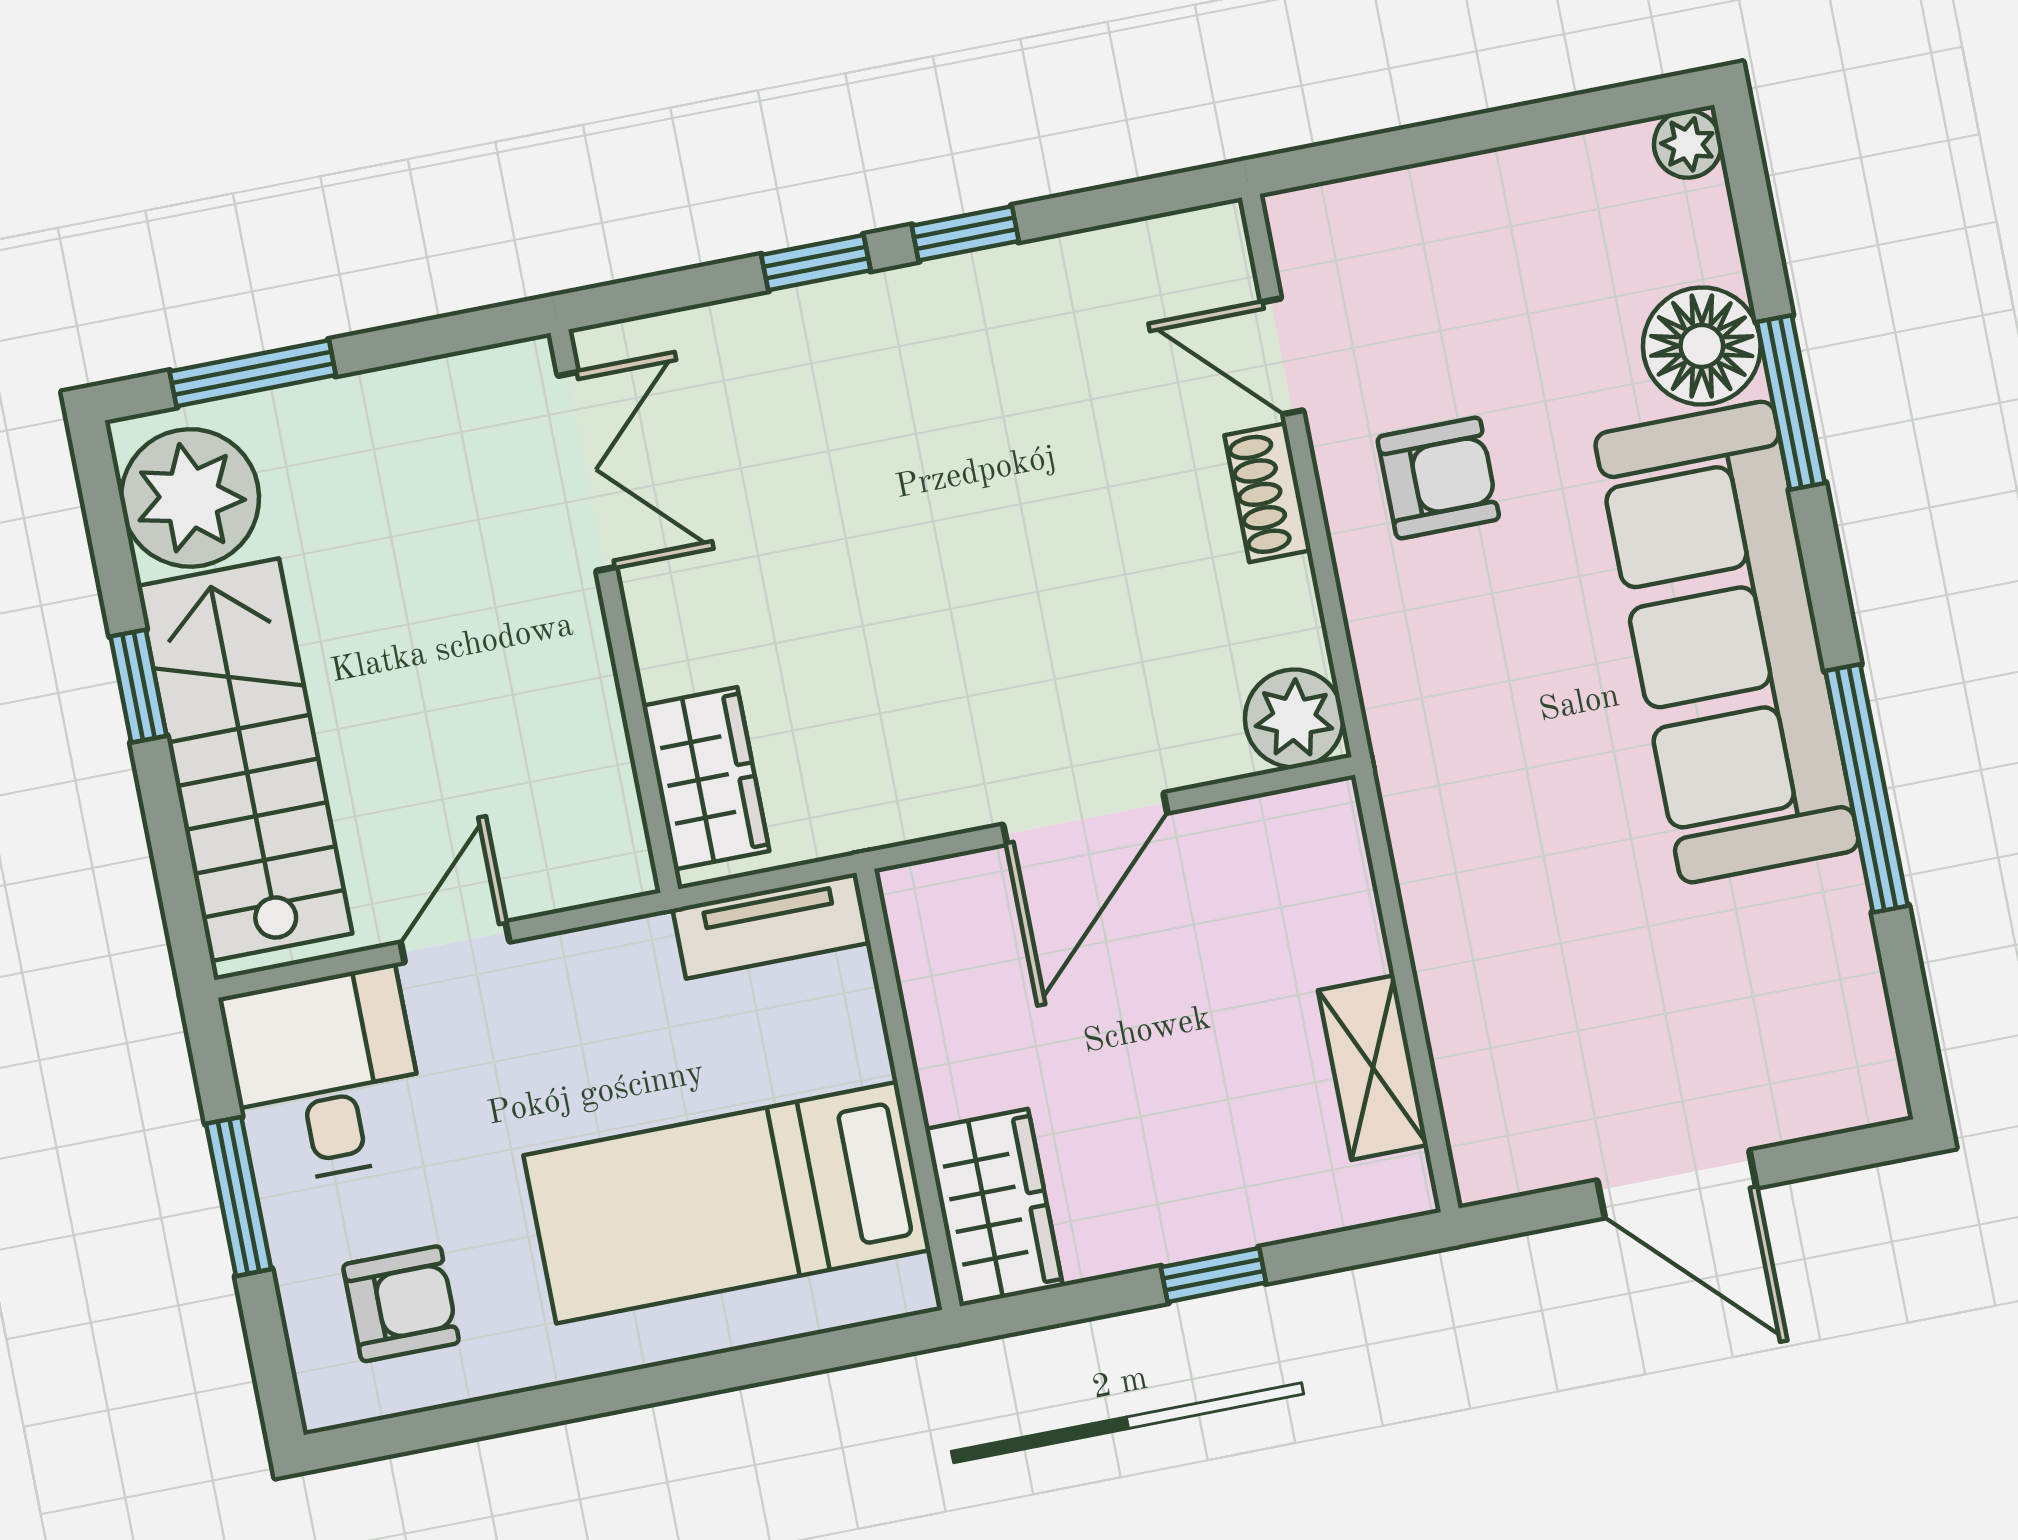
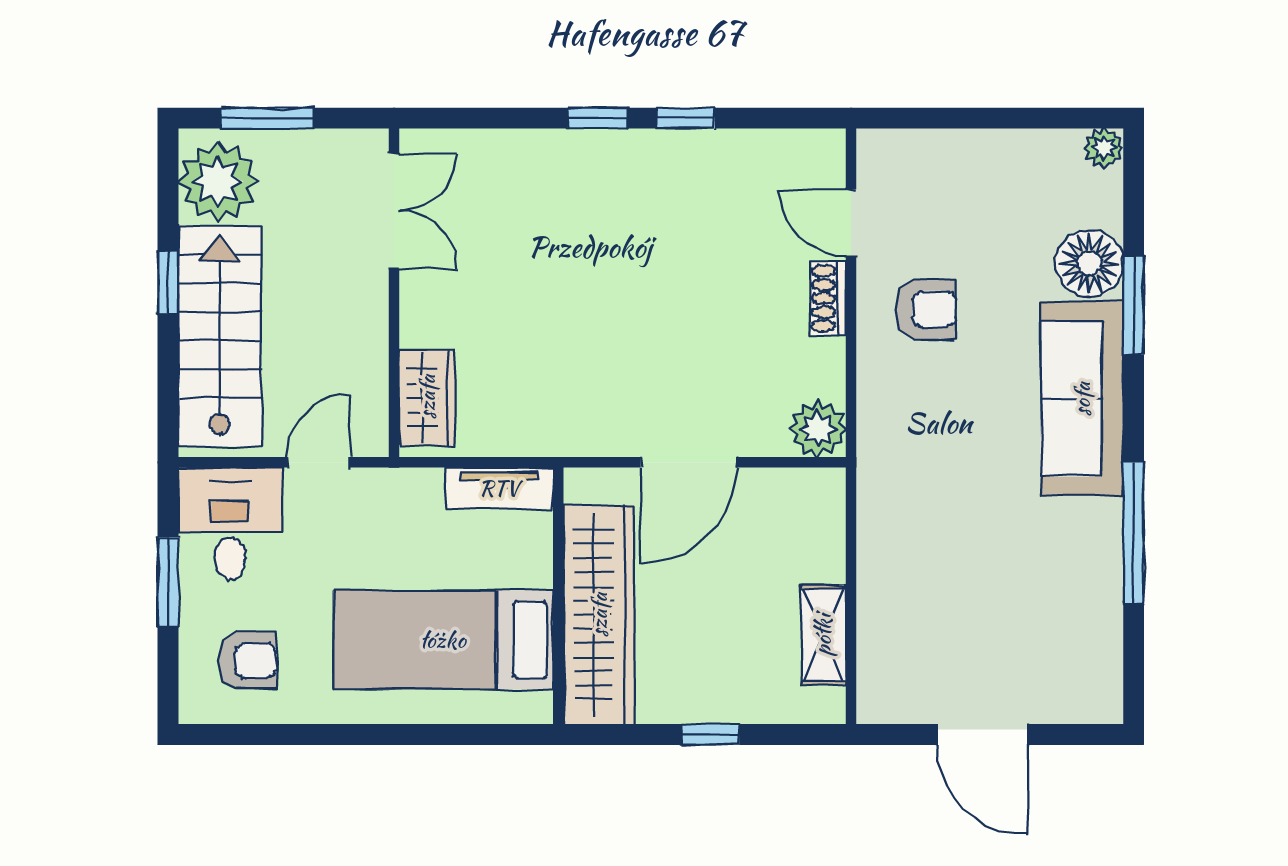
double door: (587, 471) -> (394, 211), moved
wall: (614, 611) -> (394, 293), moved
sofa: (1727, 642) -> (1082, 399), width x0.74, depth x0.79
wardrobe: (706, 778) -> (427, 397), moved
wardrobe: (994, 1208) -> (599, 615), width x2.10, depth x1.17

